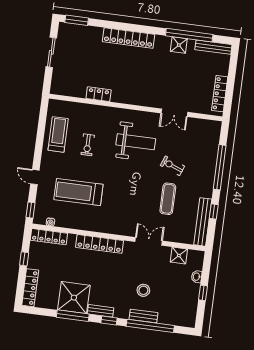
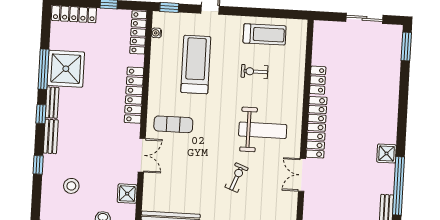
locker: (129, 38) -> (316, 127), moved, turned 180
shower: (179, 45) -> (387, 153), moved
weight bench: (136, 142) -> (263, 130), turned -90
exercise mat: (168, 199) -> (173, 124), moved
stool: (143, 290) -> (71, 186), moved
bench: (143, 316) -> (51, 136), moved
window: (150, 326) -> (38, 165), width x0.32

